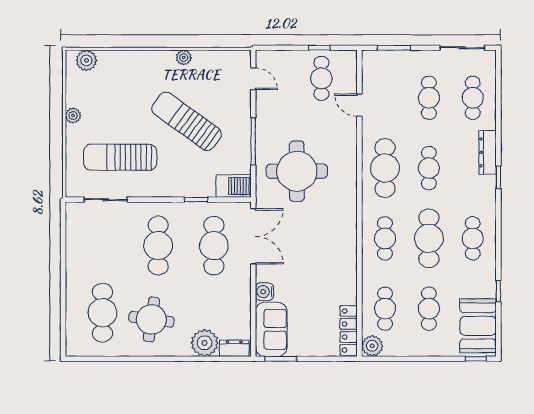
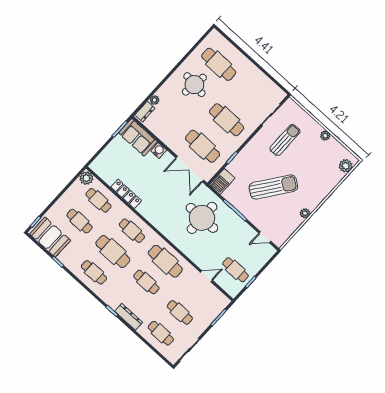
sun lounger: (120, 157) -> (285, 140), width x0.73, depth x0.75
locker: (349, 330) -> (126, 194), moved
plant: (205, 343) -> (155, 100), width x0.53, depth x0.53

